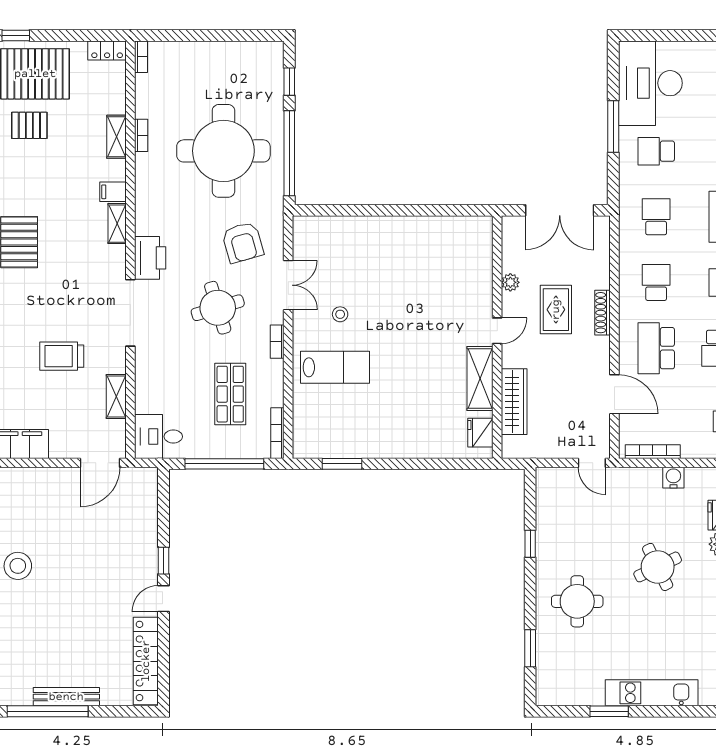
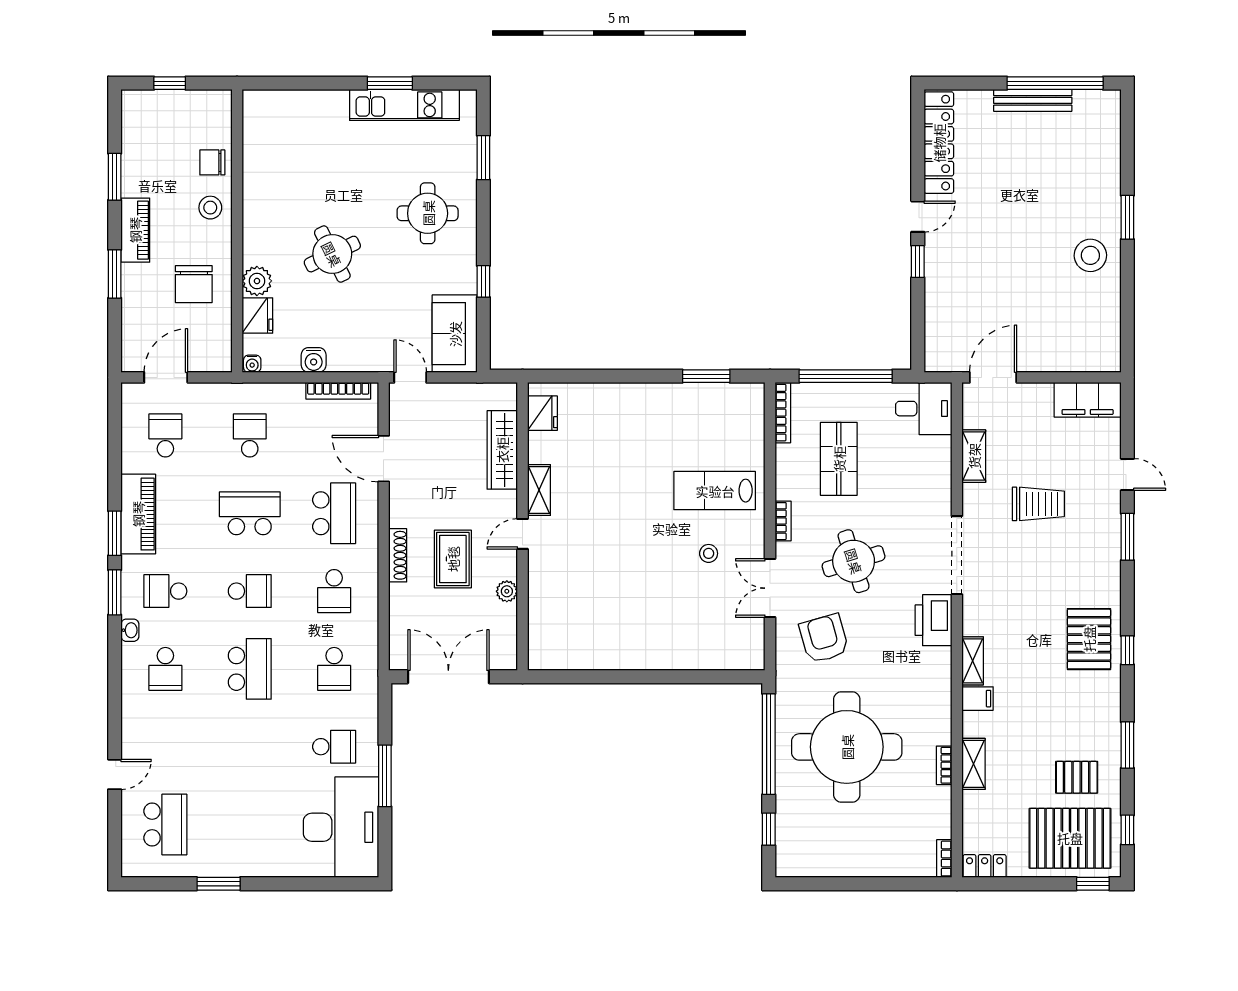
shelving: (480, 378) -> (539, 490), width x0.67, depth x0.75
sofa: (554, 500) -> (455, 334), added
kitchen unit: (652, 693) -> (404, 105), moved

